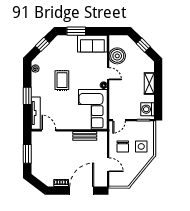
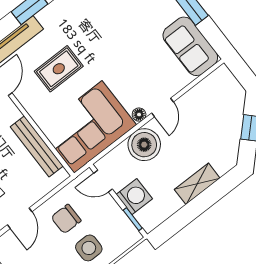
boiler: (117, 56) -> (144, 145), moved
rug: (62, 80) -> (59, 69), moved
washing machine: (147, 109) -> (134, 197), moved, turned 90
bench: (85, 136) -> (37, 146), width x1.36

